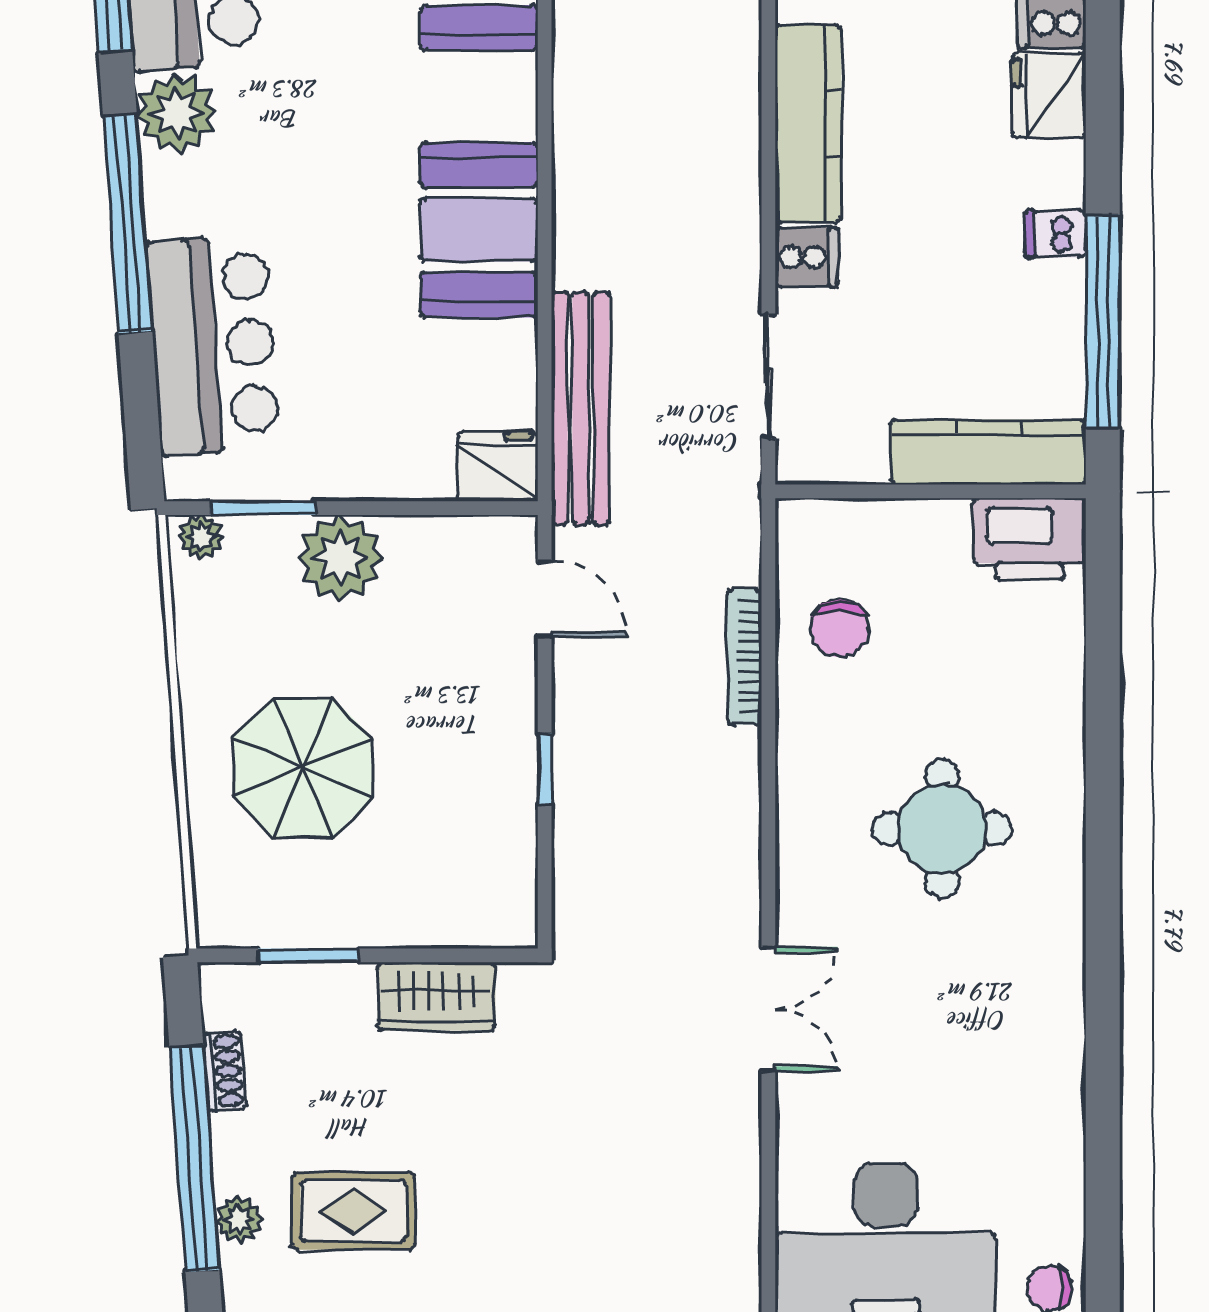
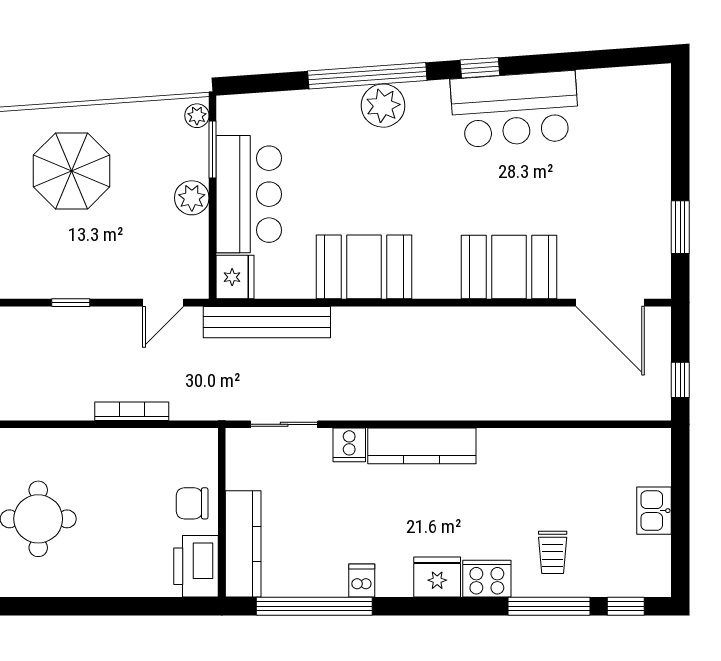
plant: (177, 113) -> (383, 106), moved
bar counter: (213, 345) -> (249, 194), moved, turned -86
plant: (340, 558) -> (192, 198), width x0.73, depth x0.73
chair: (840, 628) -> (192, 503), moved

